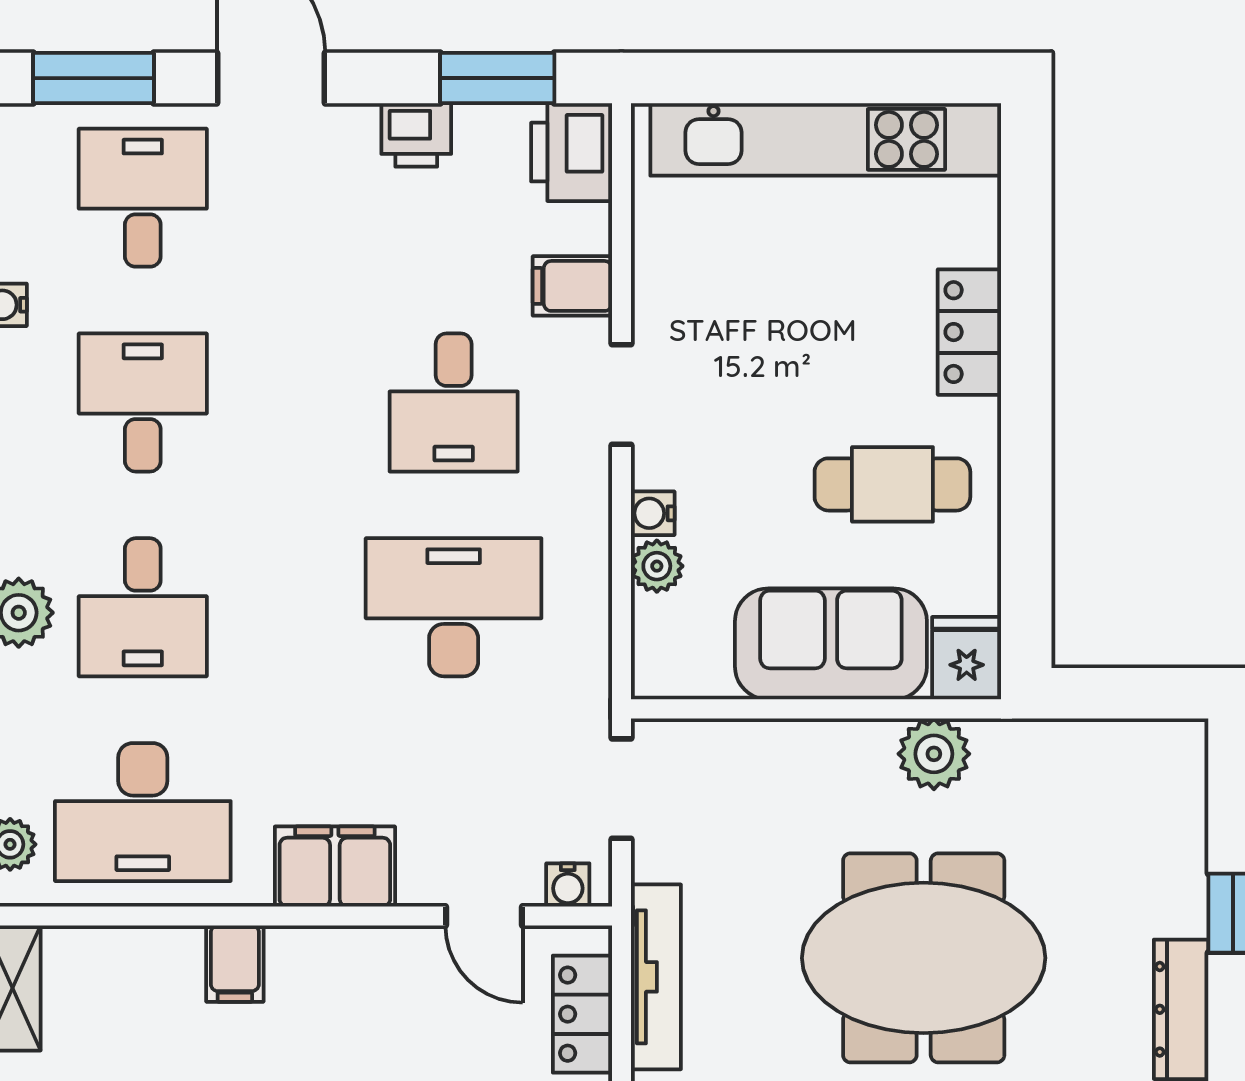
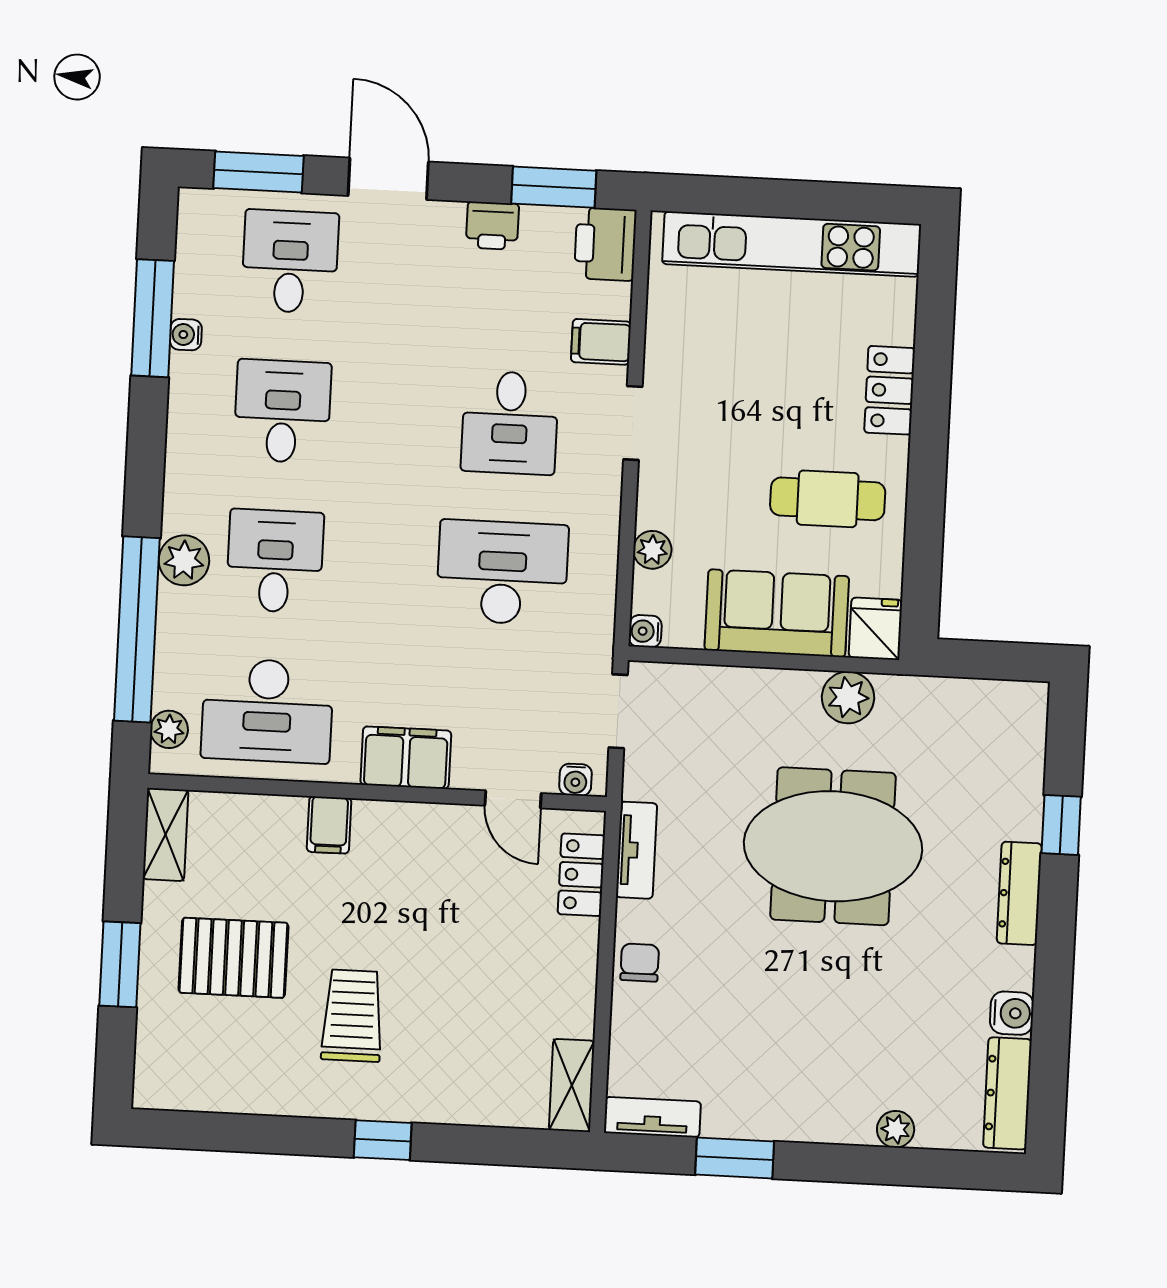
water cooler: (653, 513) -> (645, 631), moved
desk: (143, 607) -> (275, 561), turned 180
tv unit: (656, 977) -> (636, 850), width x0.71

